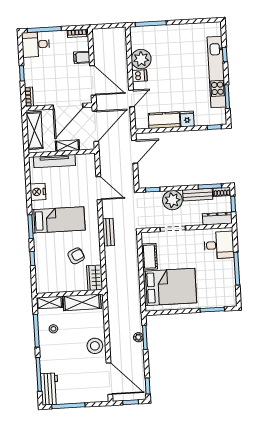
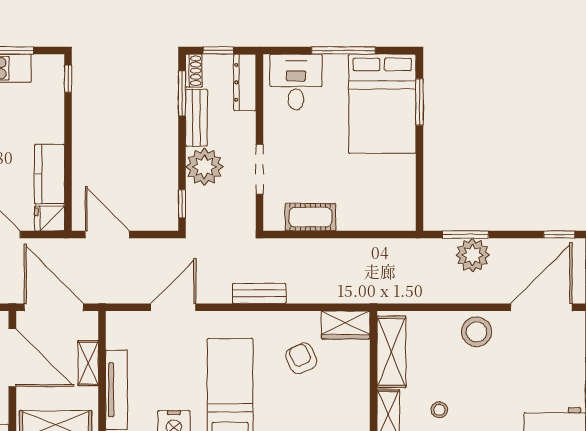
fridge: (187, 119) -> (50, 218), moved
bed: (170, 287) -> (382, 104), moved, turned 180
plant: (138, 337) -> (472, 255), width x1.88, depth x1.88

